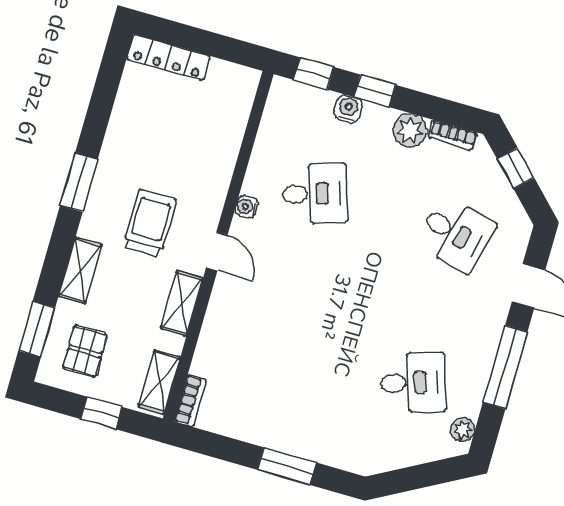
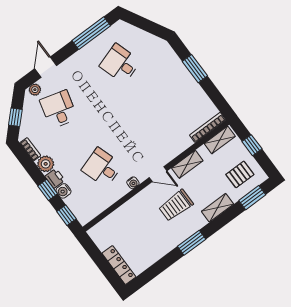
printer: (377, 119) -> (55, 178), added
door: (217, 251) -> (158, 174), swing flipped
window: (505, 367) -> (91, 33), moved
bookcase: (190, 401) -> (208, 127), width x1.56
plant: (463, 430) -> (35, 90), moved

